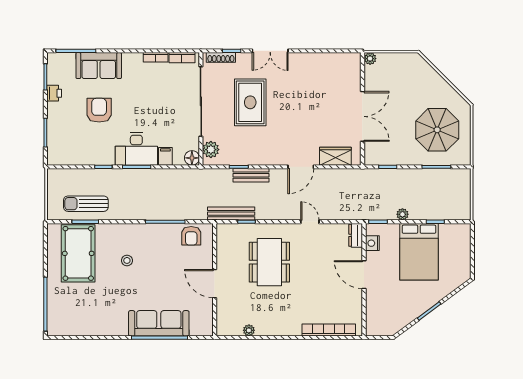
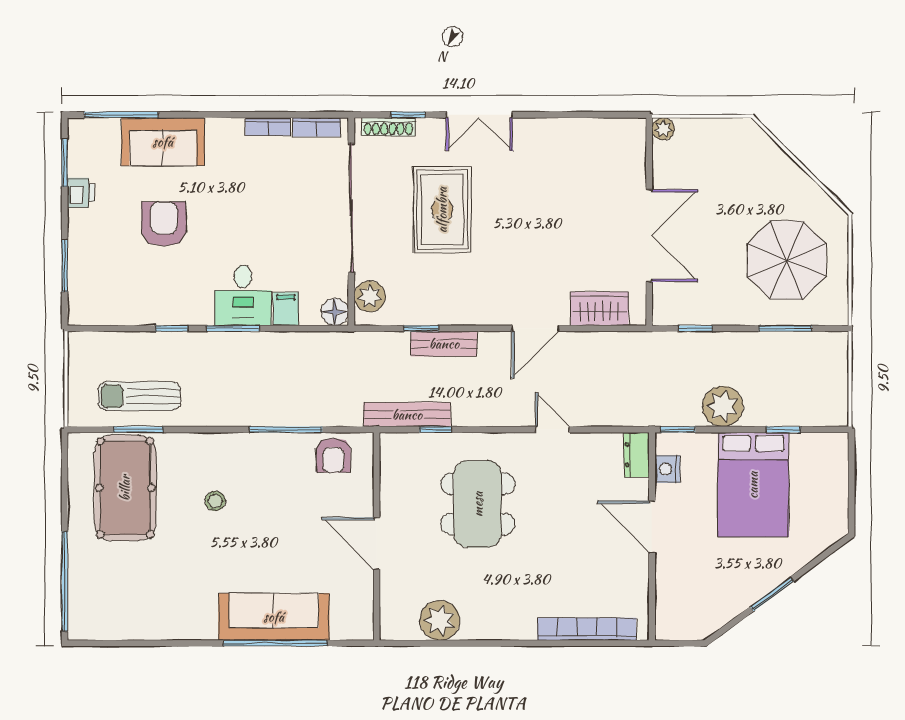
desk: (136, 149) -> (243, 295), width x0.73
plant: (402, 214) -> (723, 406), width x1.87, depth x1.87
plant: (249, 330) -> (440, 620), width x1.88, depth x1.88

